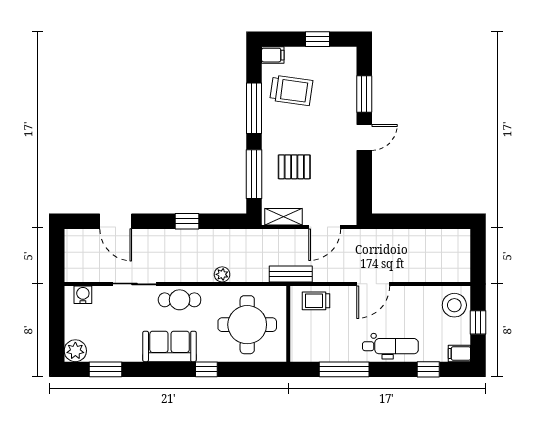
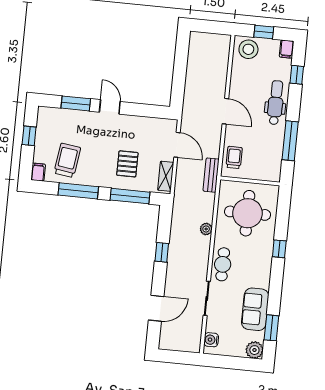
trolley: (316, 301) -> (234, 157), turned 180
sofa: (170, 346) -> (255, 309), moved

